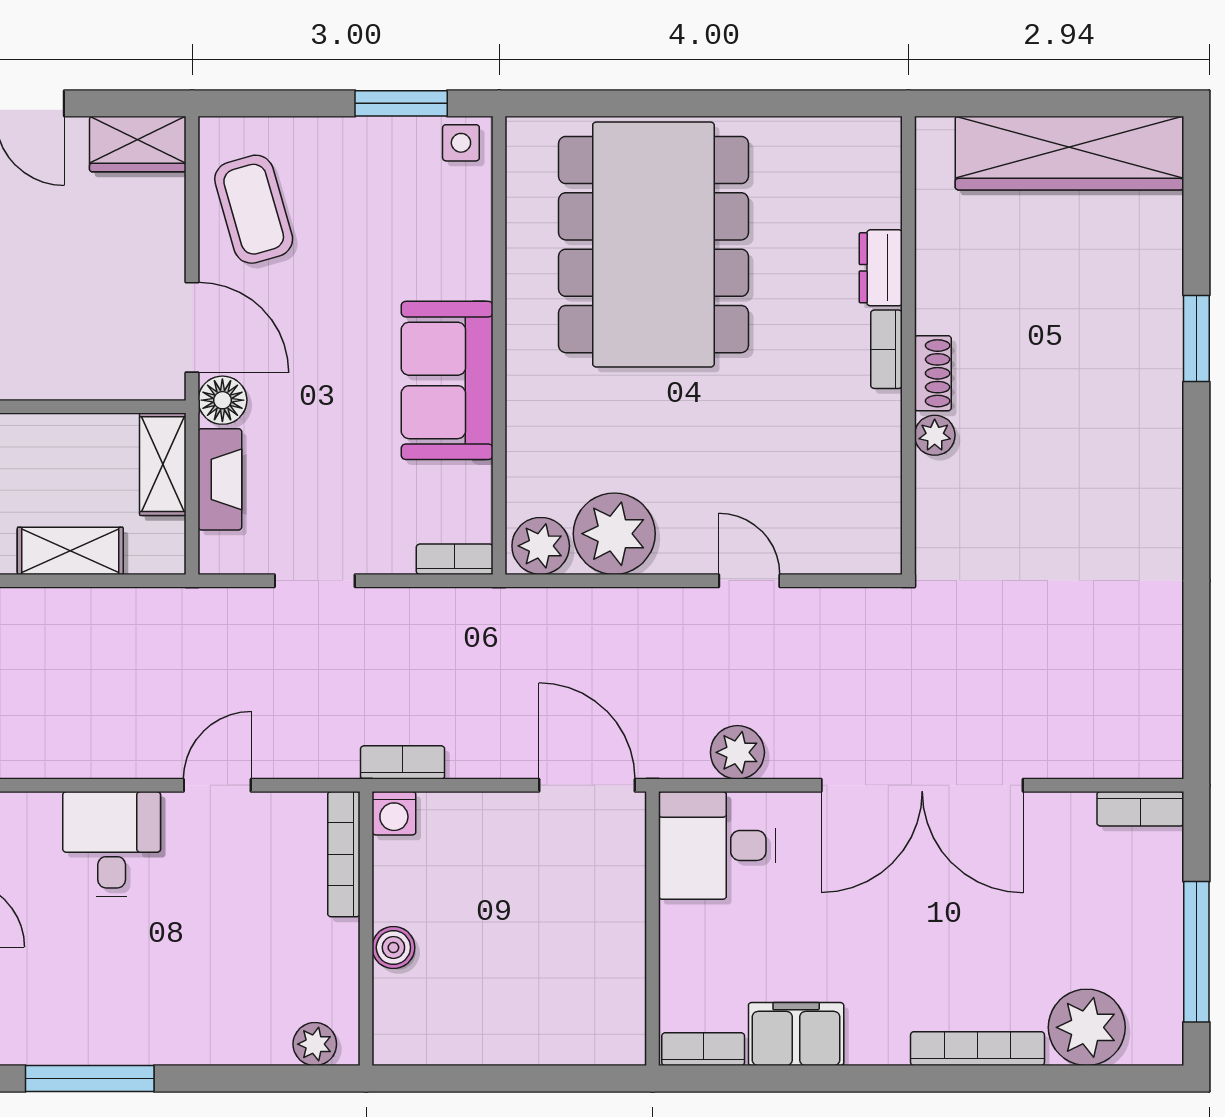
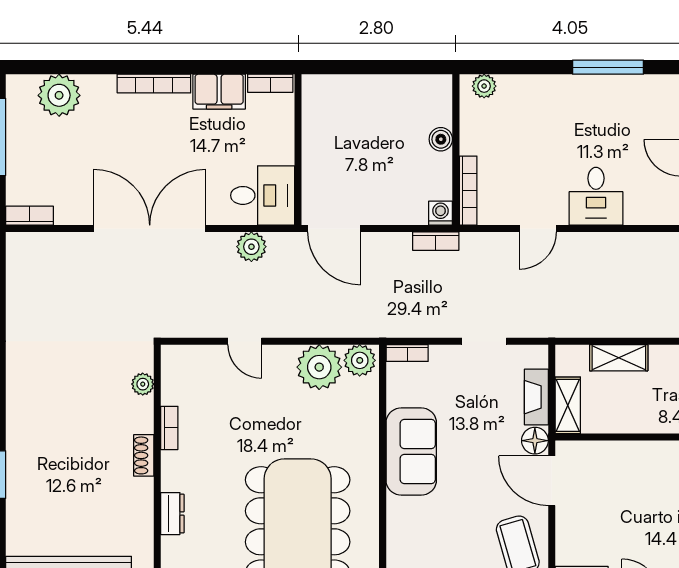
bookcase: (887, 349) -> (169, 428), moved
plant: (935, 435) -> (143, 384), moved
bookcase: (978, 1049) -> (154, 84), moved

